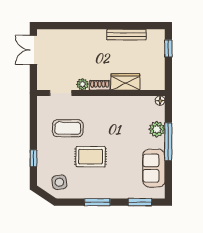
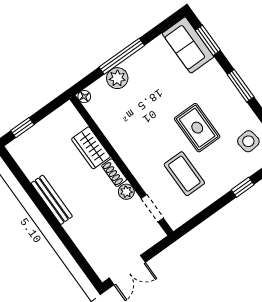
bench: (127, 35) -> (52, 200), moved
sofa: (154, 168) -> (188, 45), moved, turned 90

